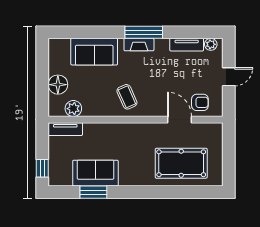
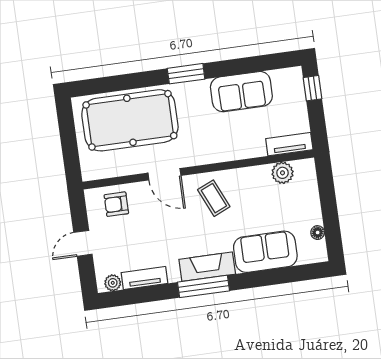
fireplace: (139, 45) -> (207, 267), width x1.37, depth x1.32
floor lamp: (58, 85) -> (318, 233), moved, width x0.53, depth x0.53
door: (180, 120) -> (164, 174), moved
pool table: (181, 163) -> (130, 120), width x1.36, depth x1.32
window: (93, 192) -> (186, 74), moved

